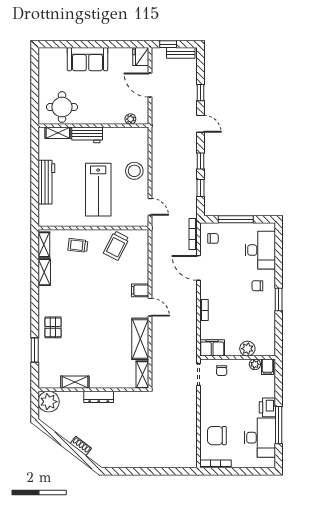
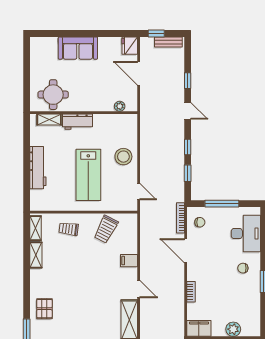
filing cabinet: (140, 290) -> (129, 261), moved

